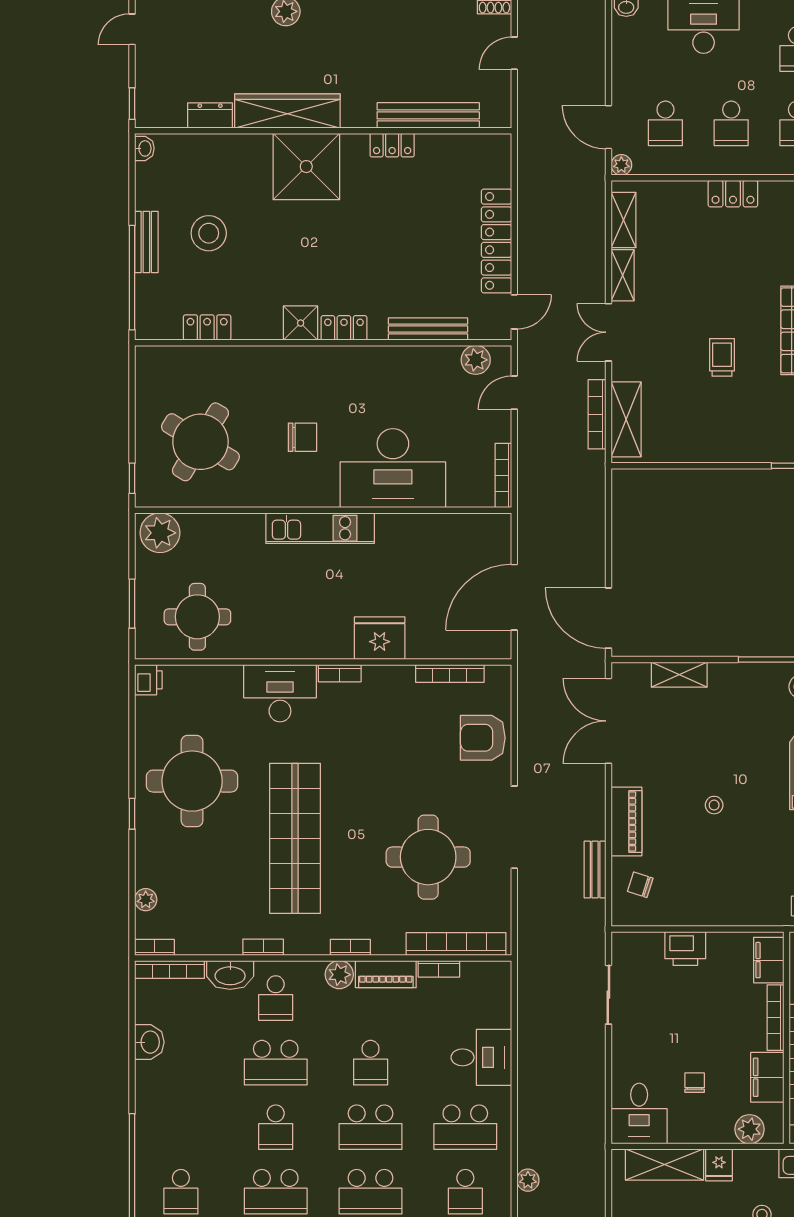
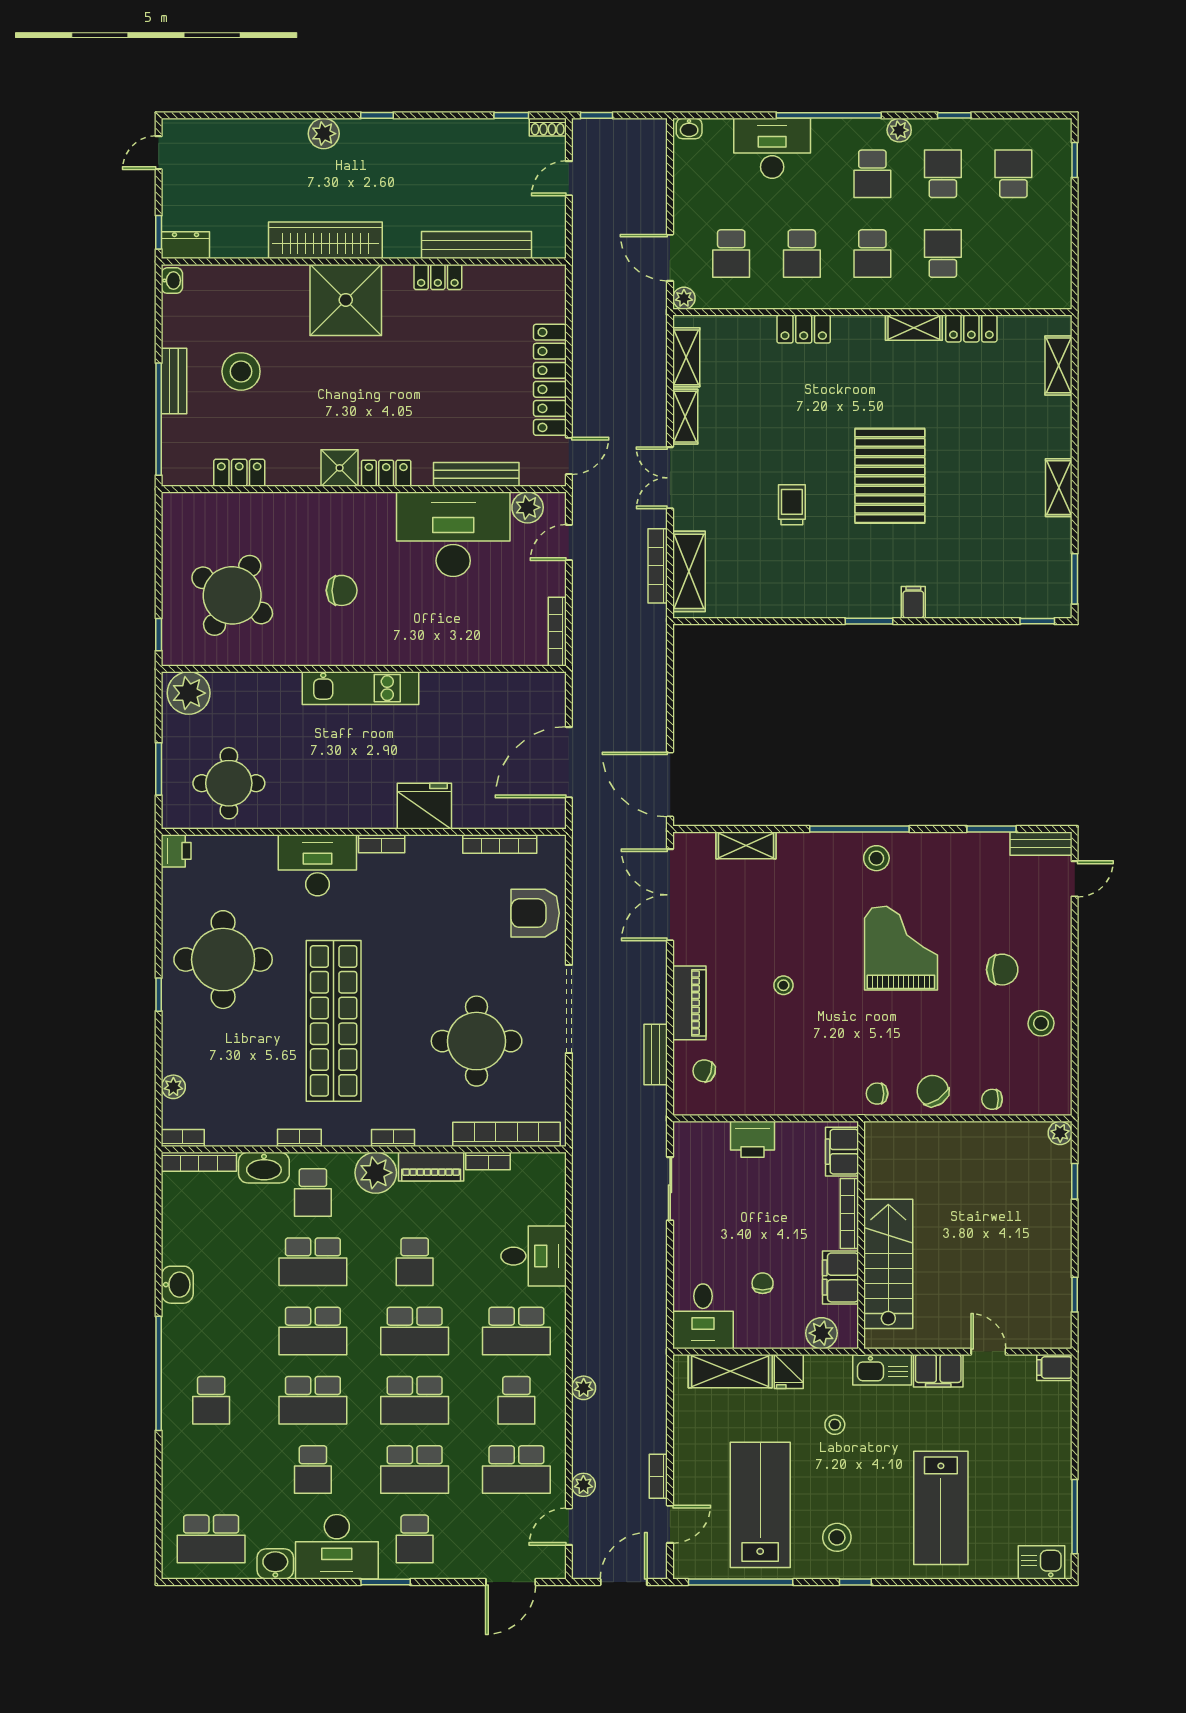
dresser: (210, 116) -> (185, 245), moved
desk: (393, 468) -> (453, 534), moved, turned 180
plant: (339, 975) -> (376, 1173), width x1.36, depth x1.36
washbasin: (149, 1042) -> (177, 1285), moved
school desk: (276, 1127) -> (313, 1331), width x1.85

